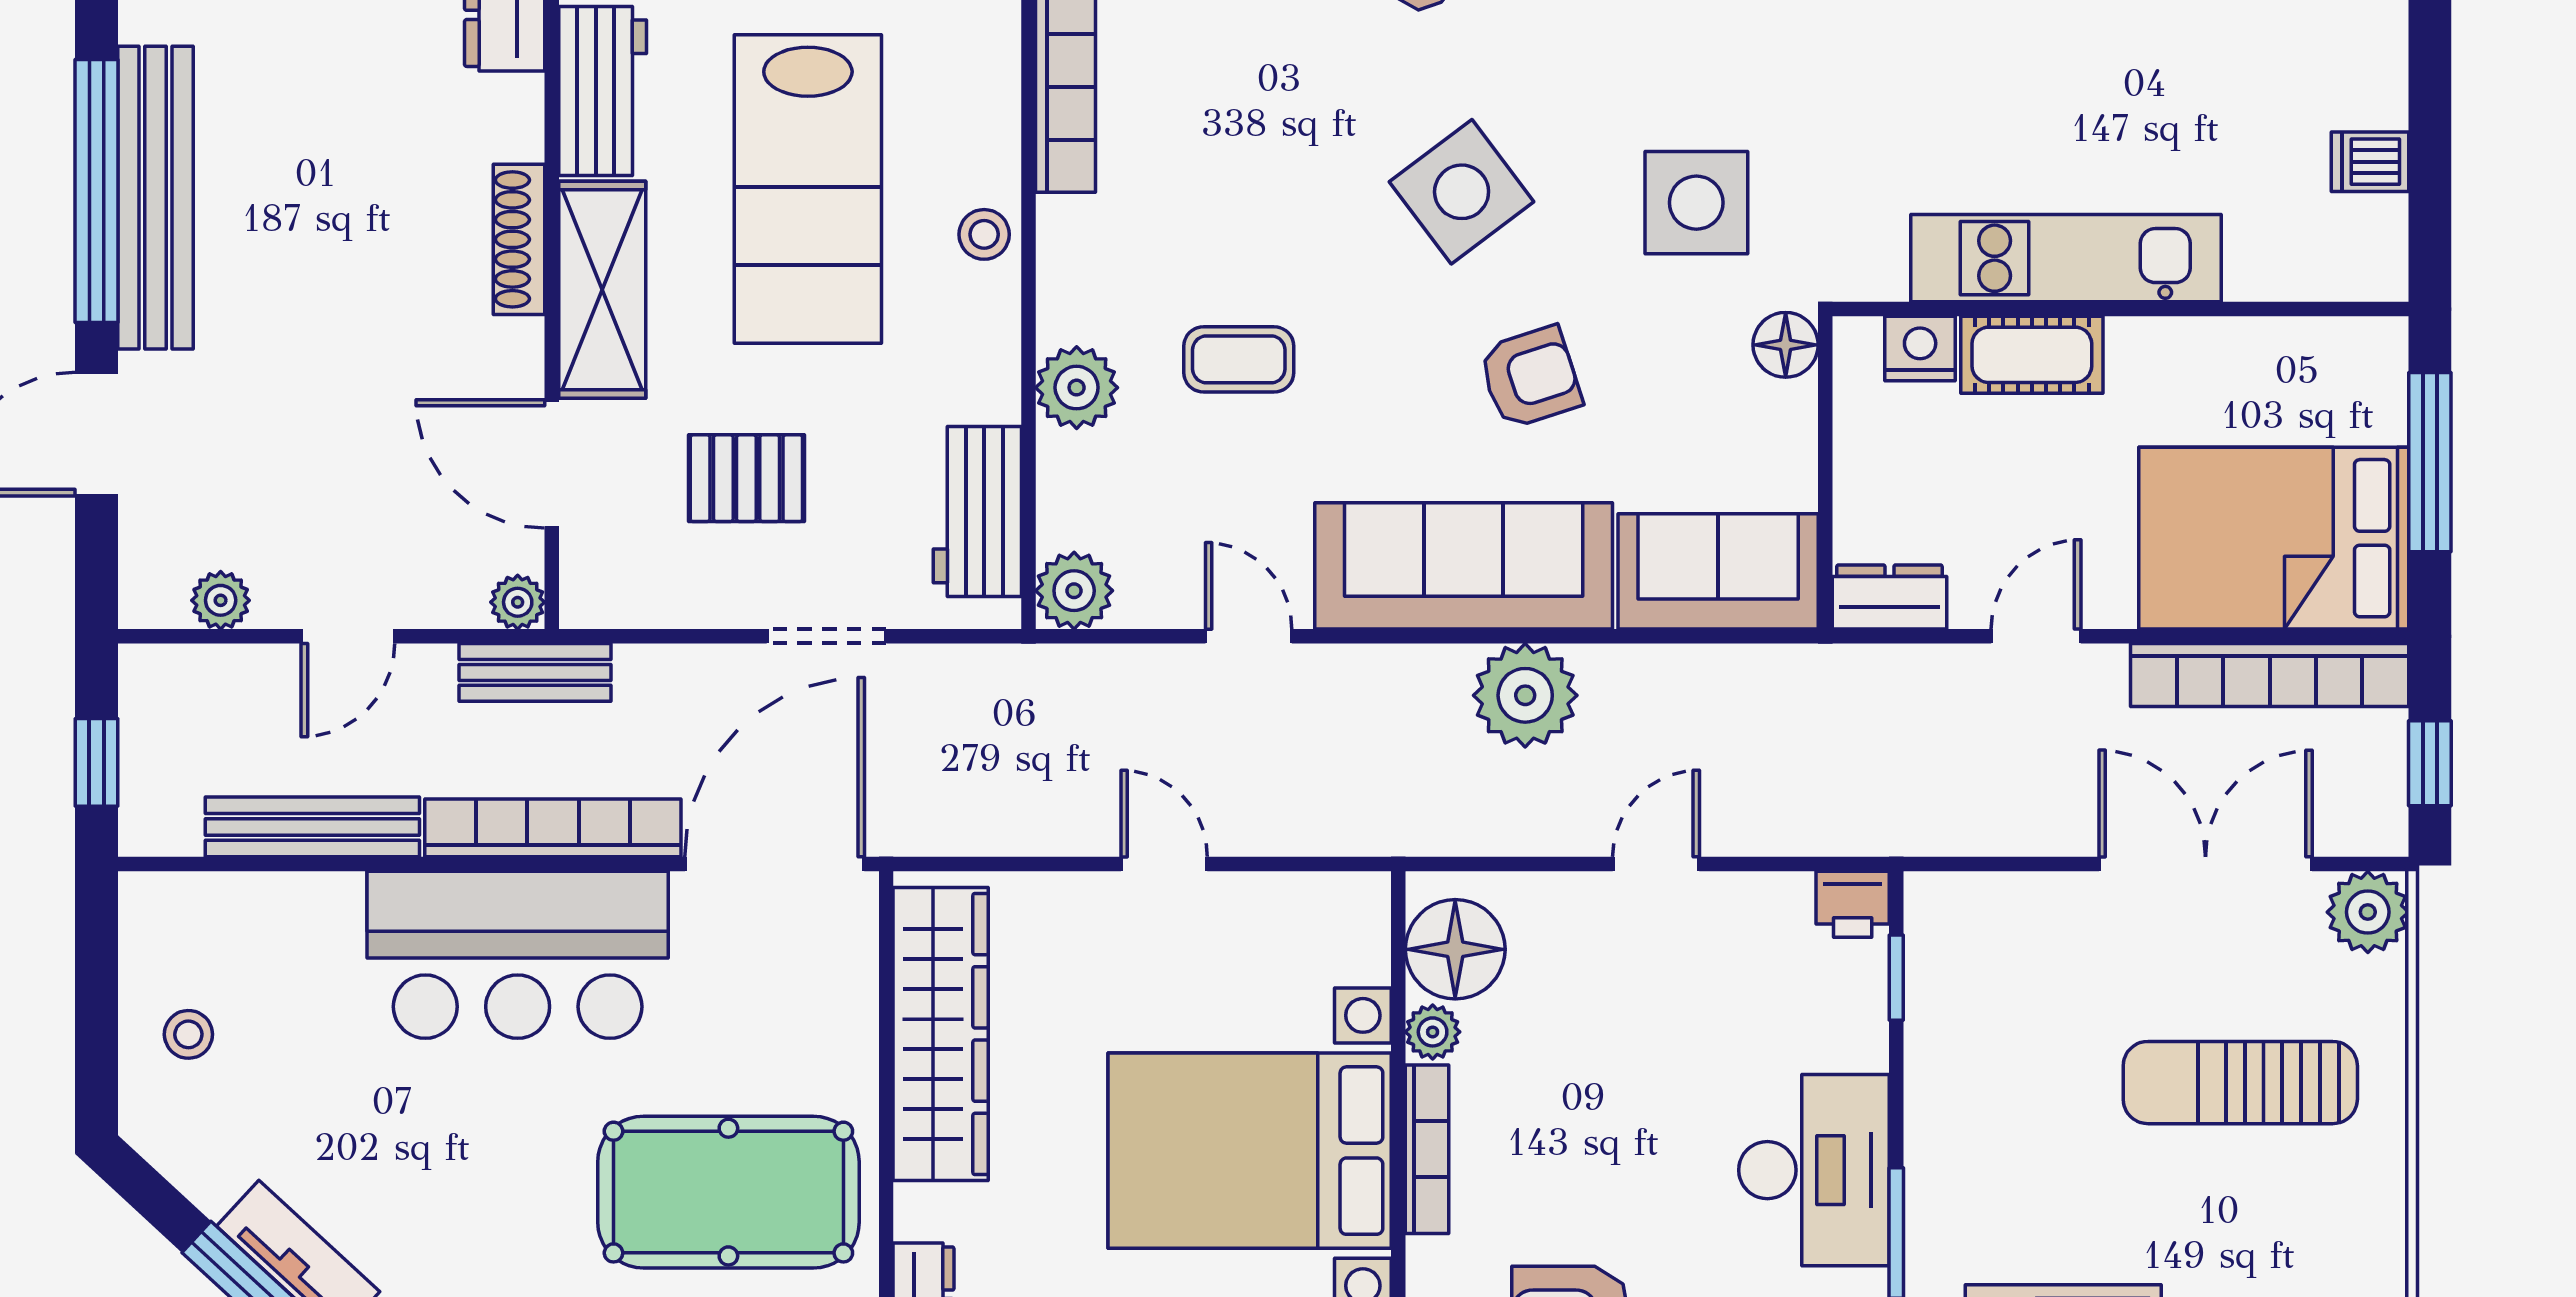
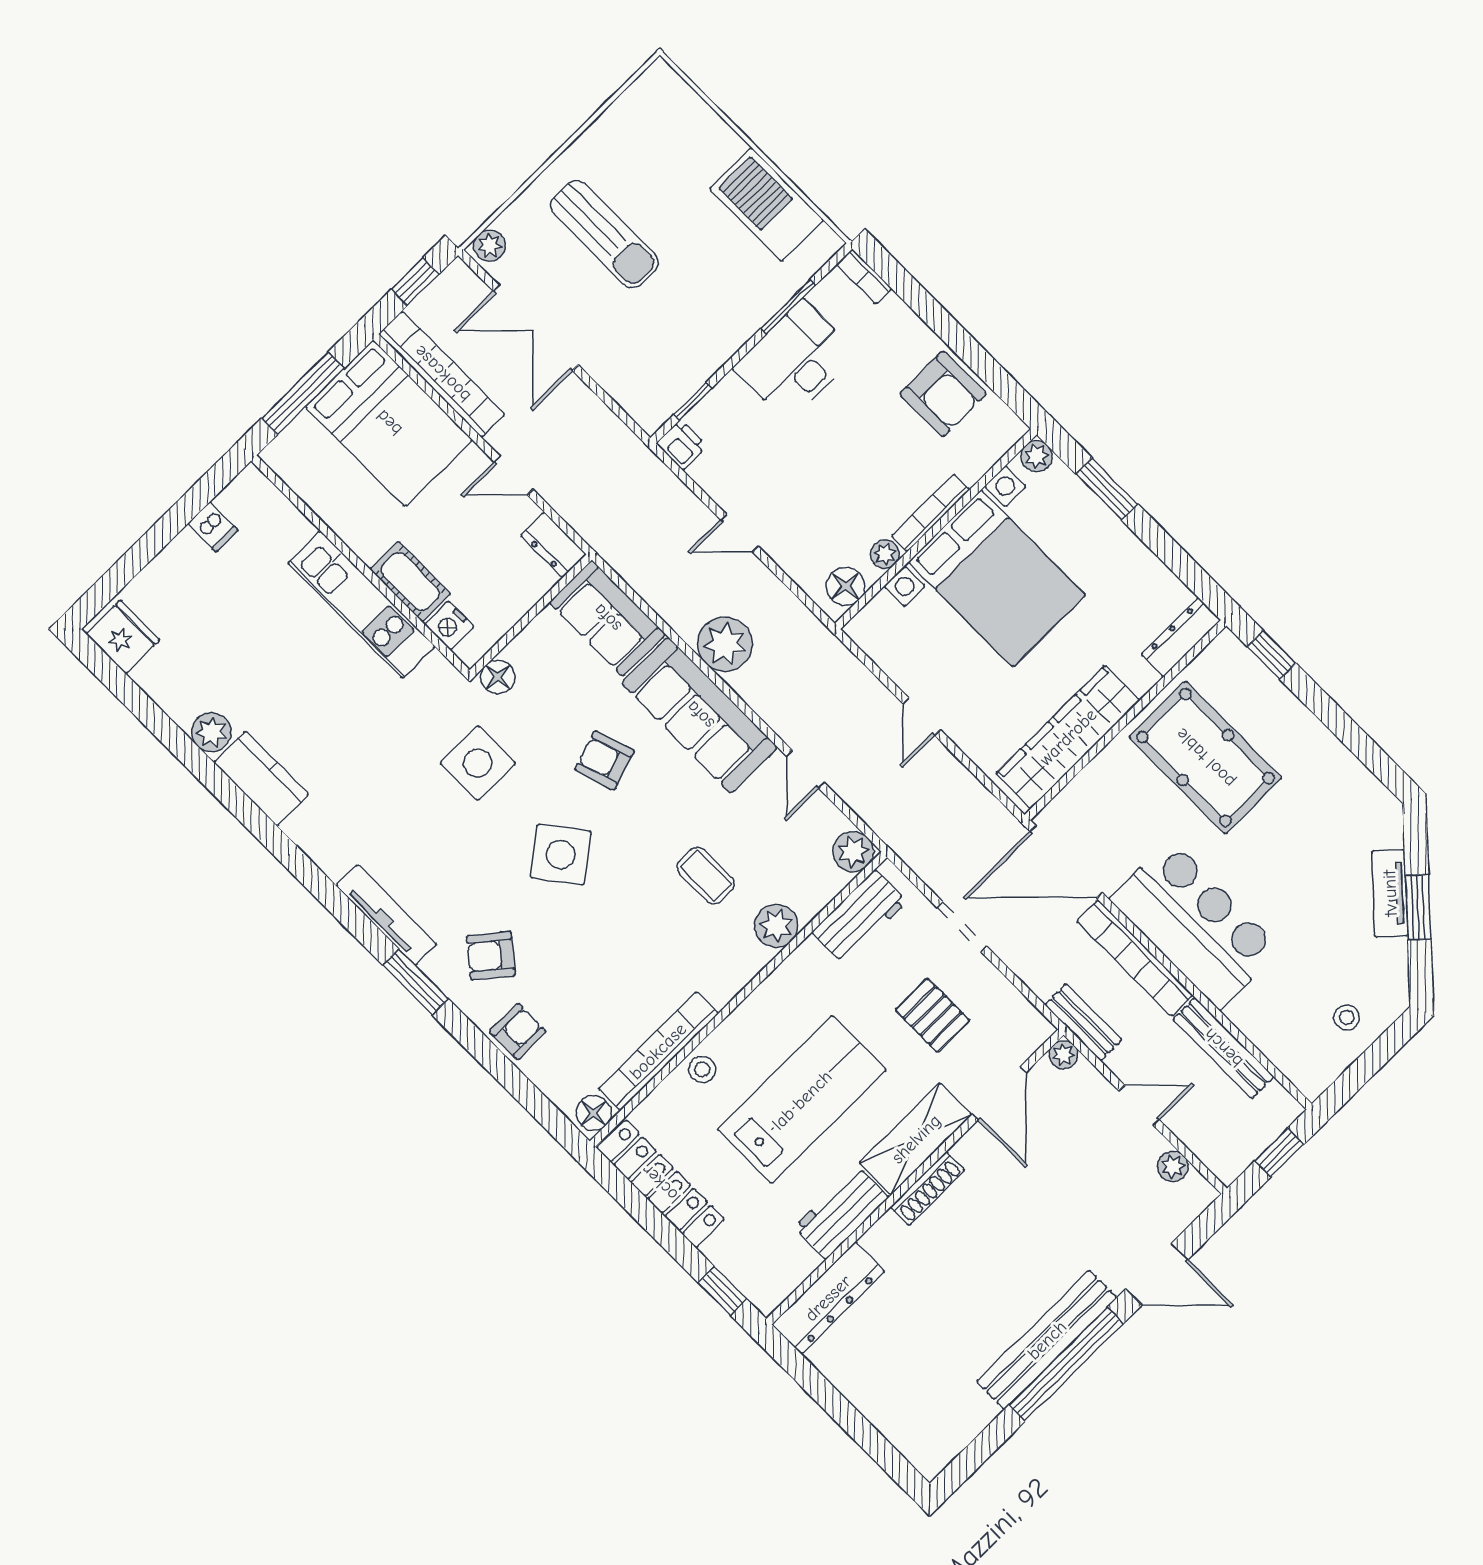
stool: (984, 234) -> (702, 1069), moved
plant: (2368, 912) -> (490, 246), width x0.73, depth x0.73
floor lamp: (1455, 949) -> (846, 586), width x0.73, depth x0.73

